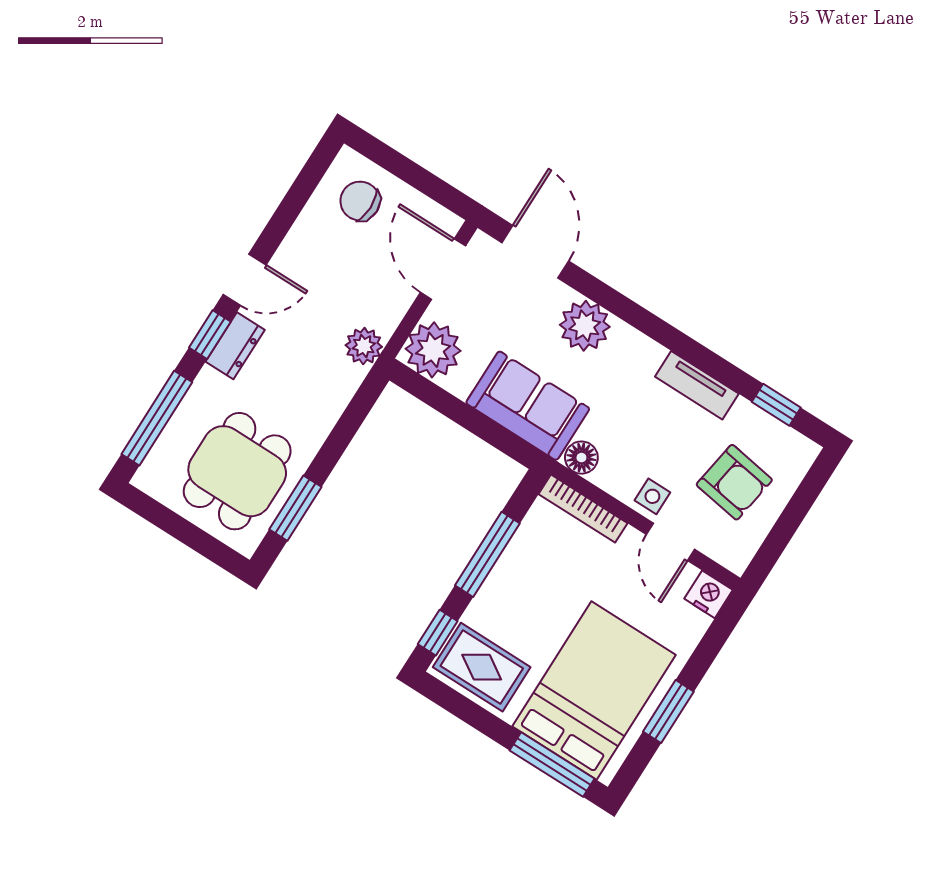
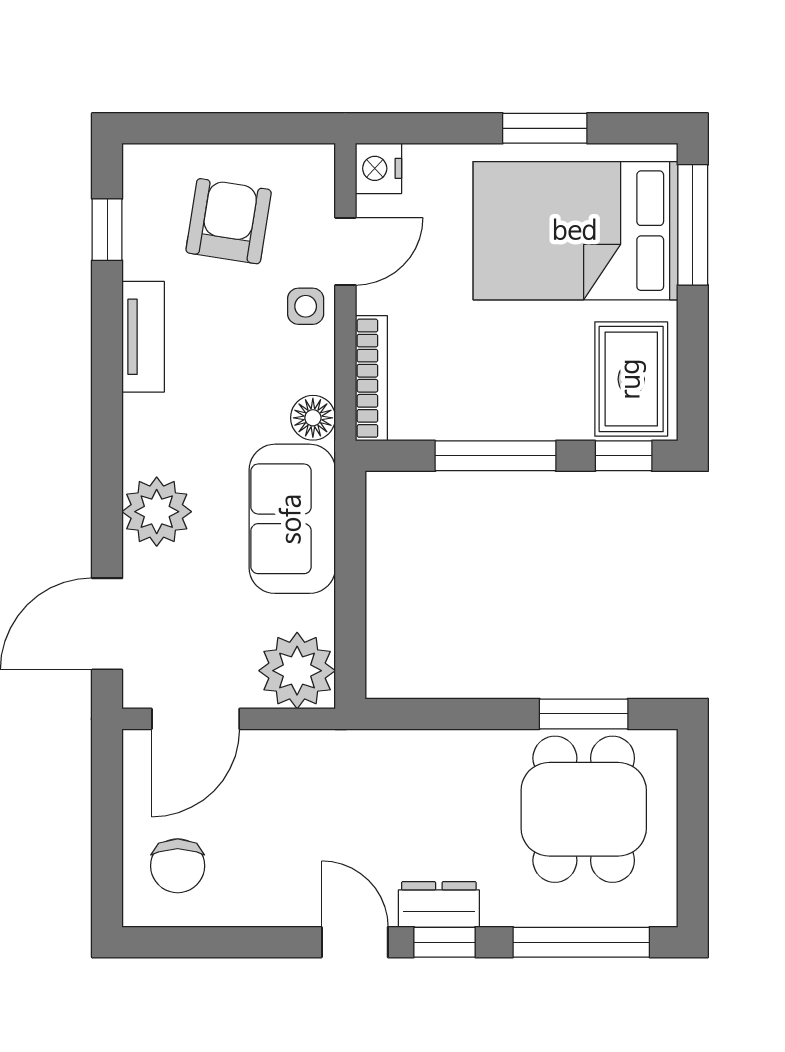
plant: (364, 346) -> (344, 754), removed
dining table: (237, 471) -> (584, 809), turned 90

